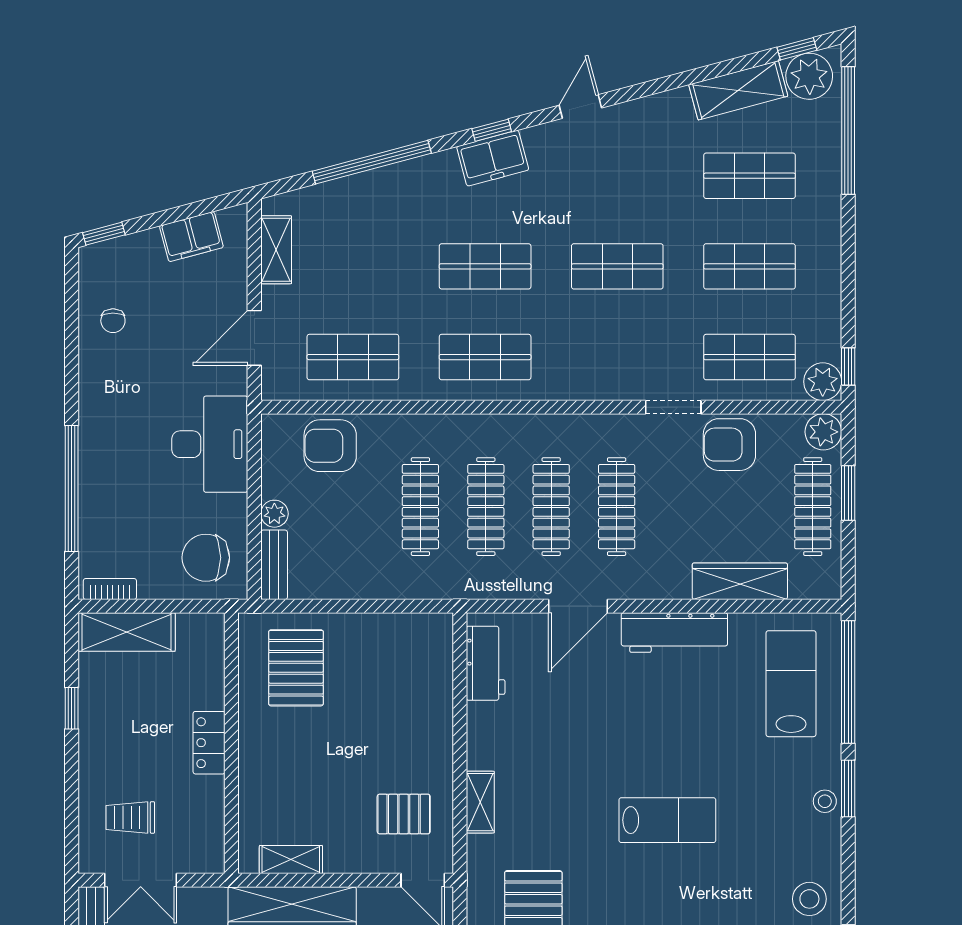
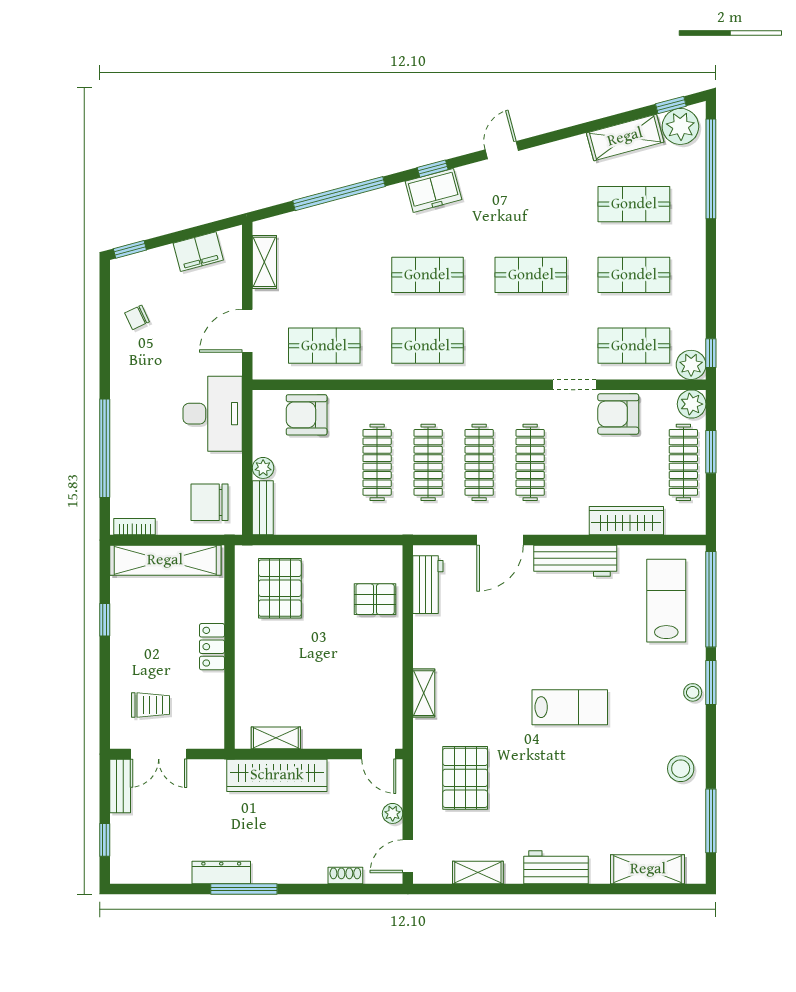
chair: (113, 321) -> (137, 317), turned 65
shelving: (127, 632) -> (165, 560), width x1.47
pallet: (404, 814) -> (375, 599), moved
trolley: (130, 817) -> (151, 705), turned 180

